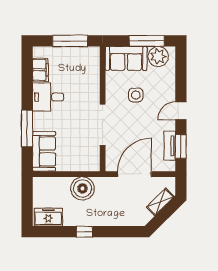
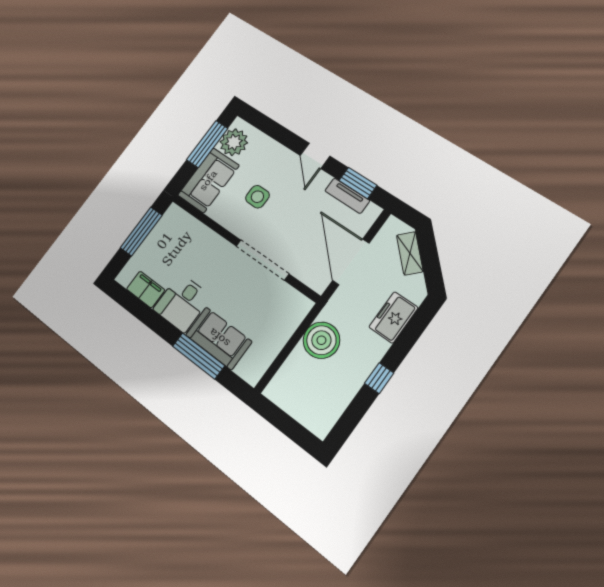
sofa: (44, 151) -> (219, 338), moved
freezer: (48, 217) -> (393, 317), moved

